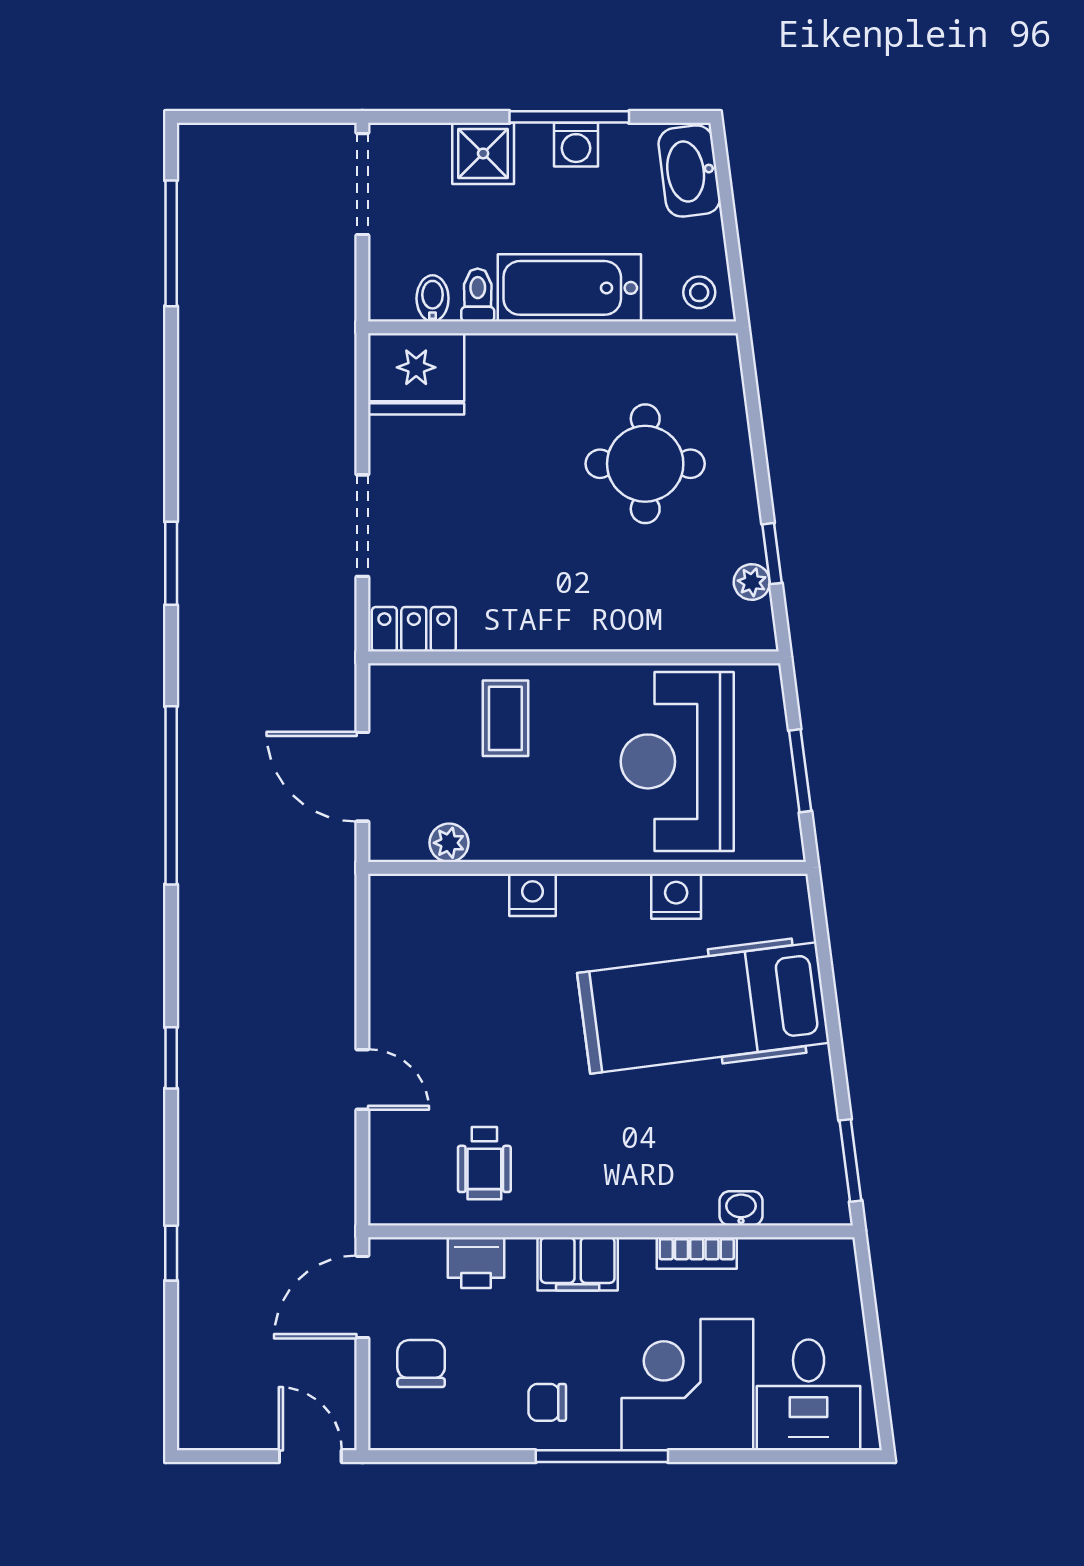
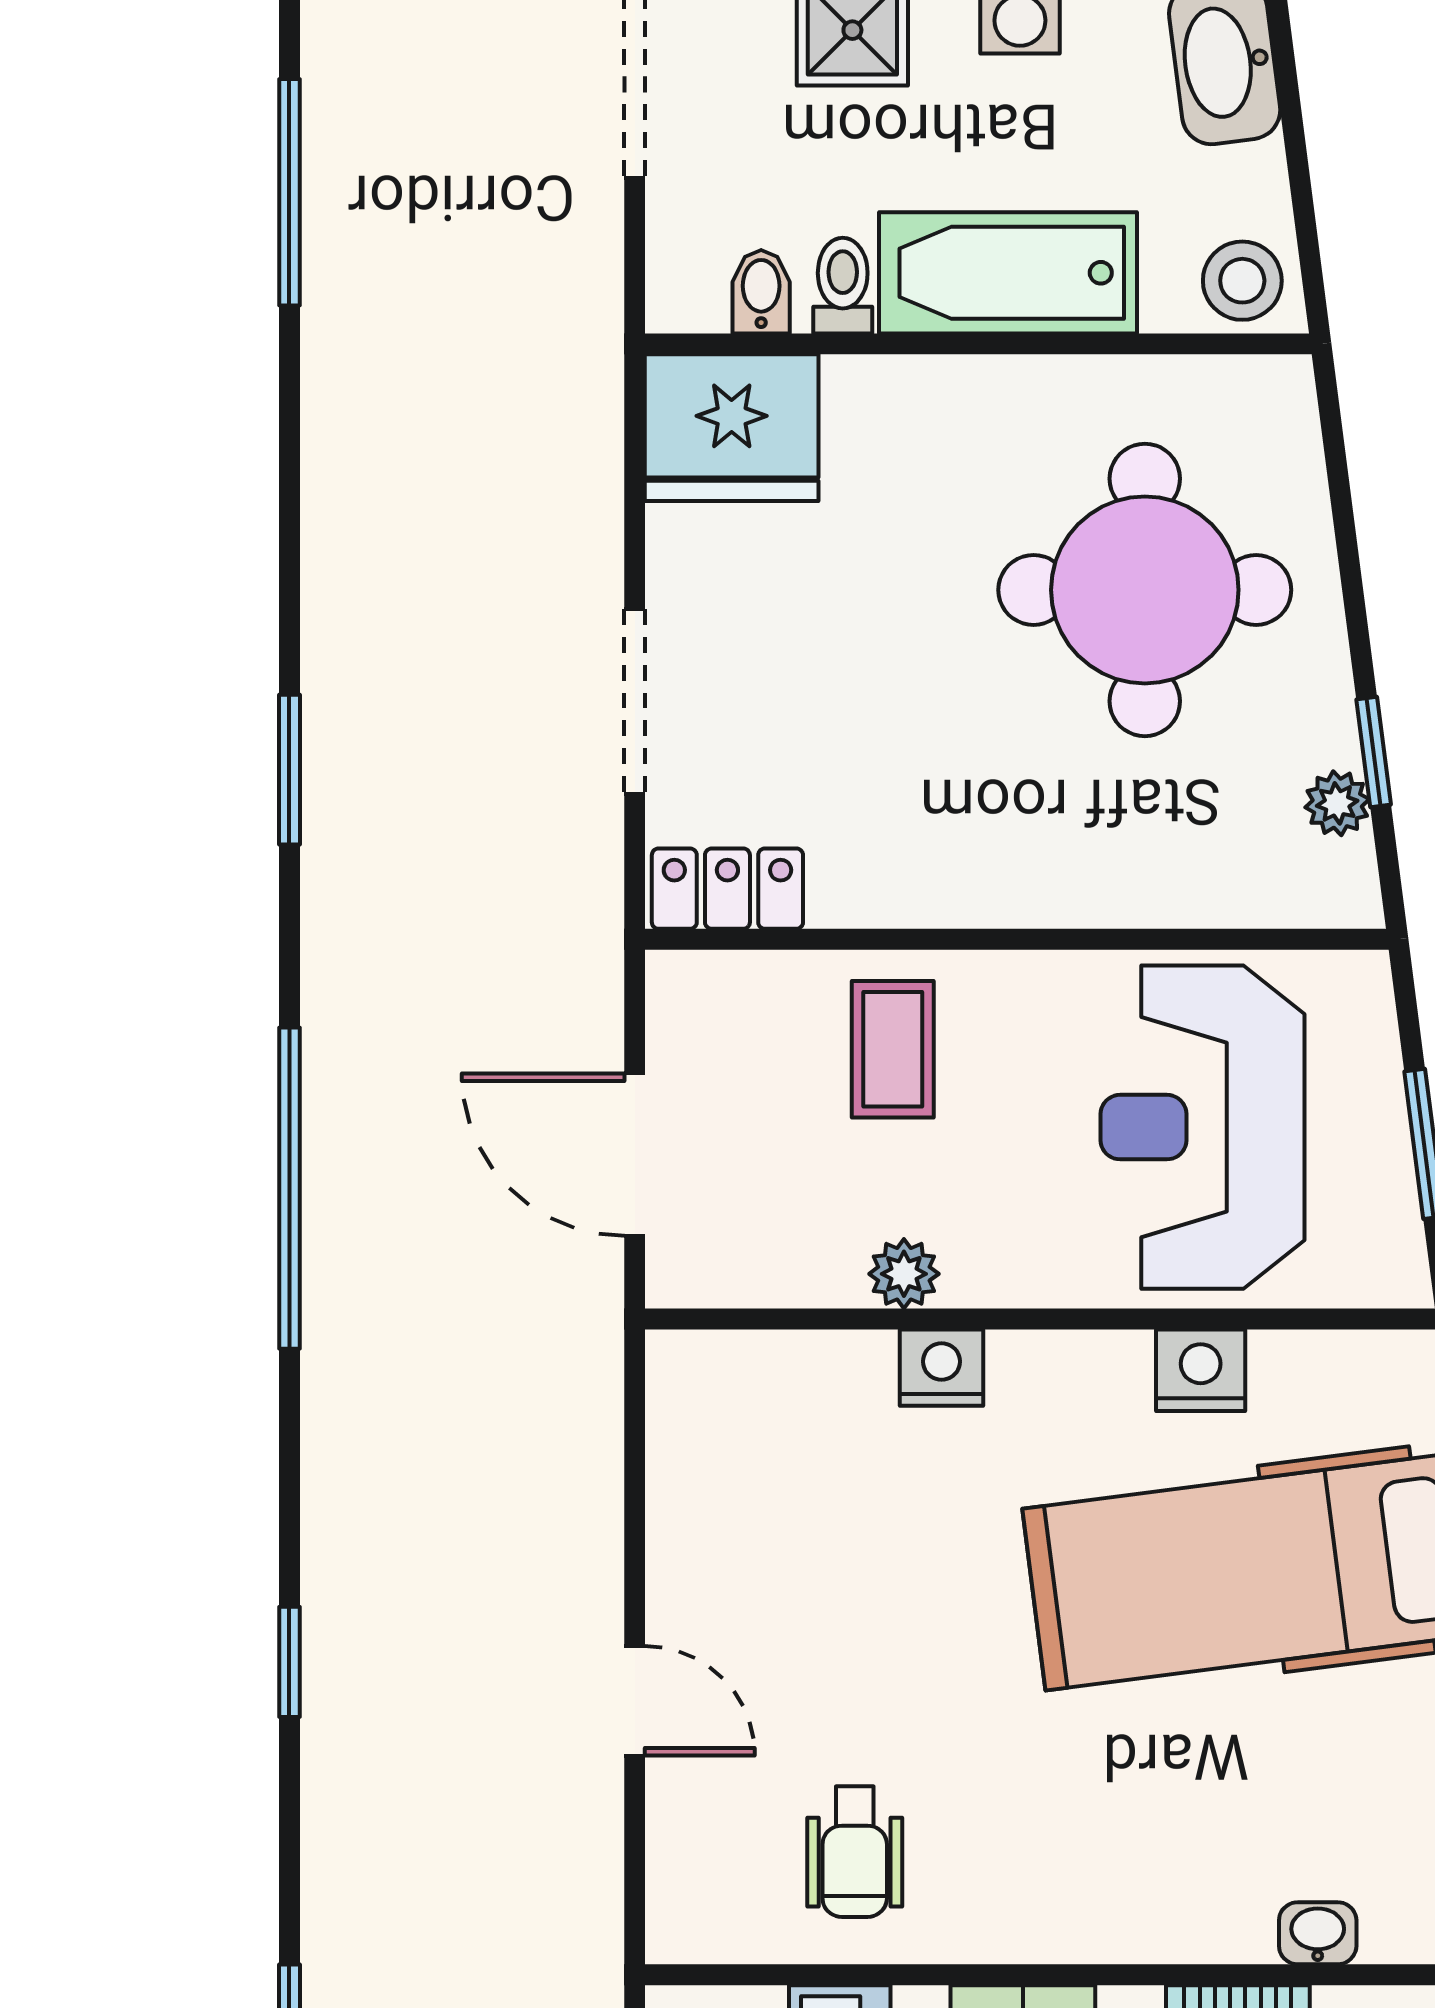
stool: (699, 292) -> (1242, 281), width x1.37, depth x1.37
round table: (645, 464) -> (1145, 590), width x1.36, depth x1.36
plant: (449, 843) -> (904, 1274), moved

